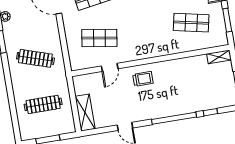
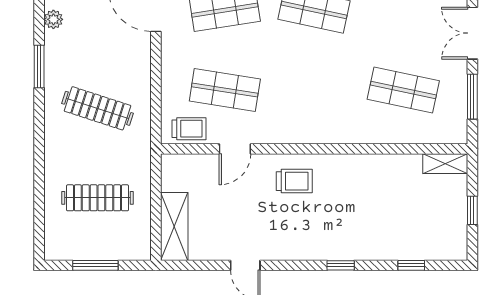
trolley: (84, 61) -> (189, 129), added
window: (174, 118) -> (341, 265), width x0.32

